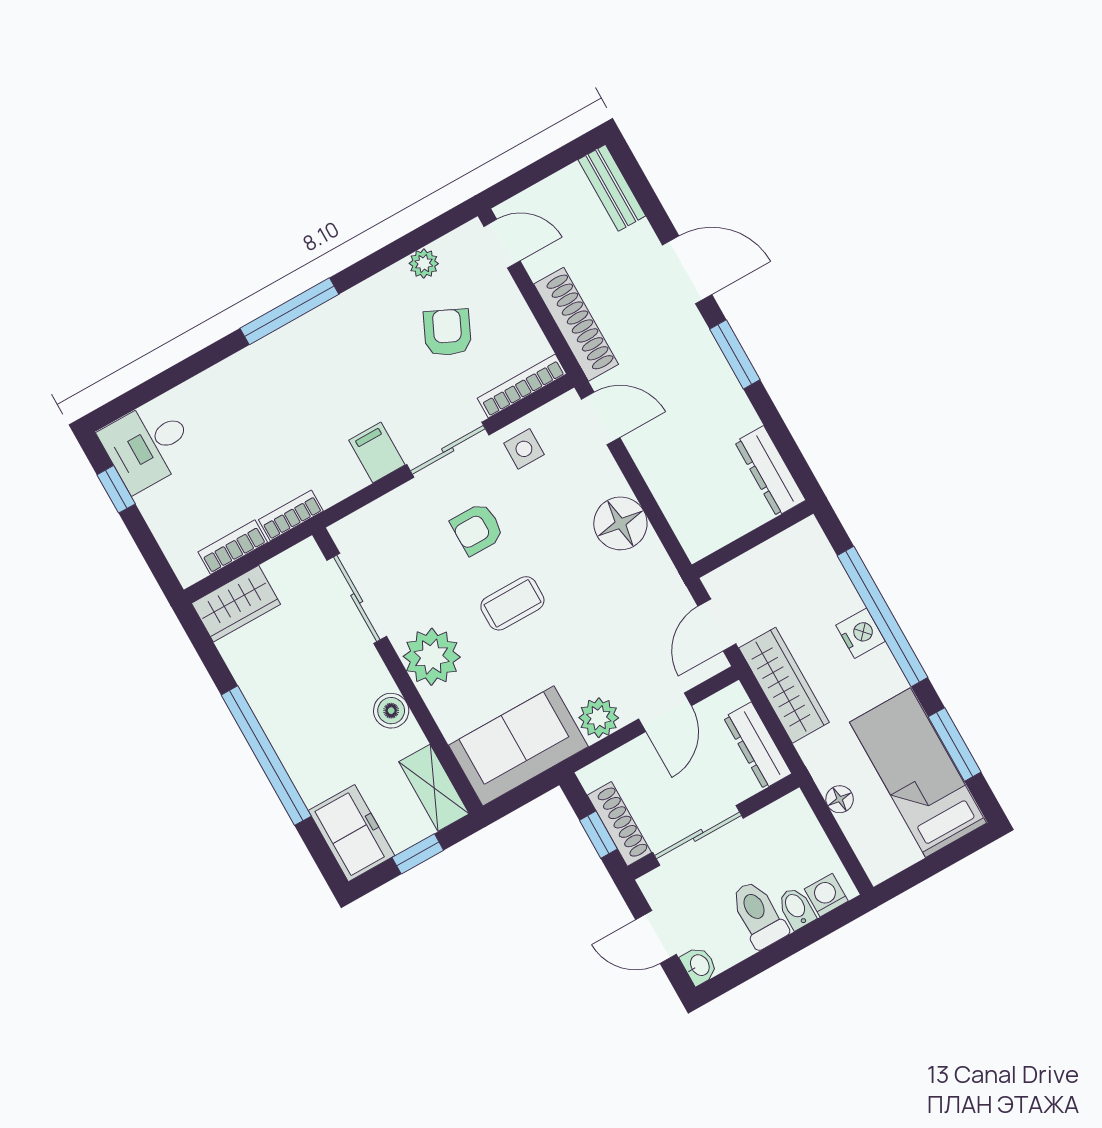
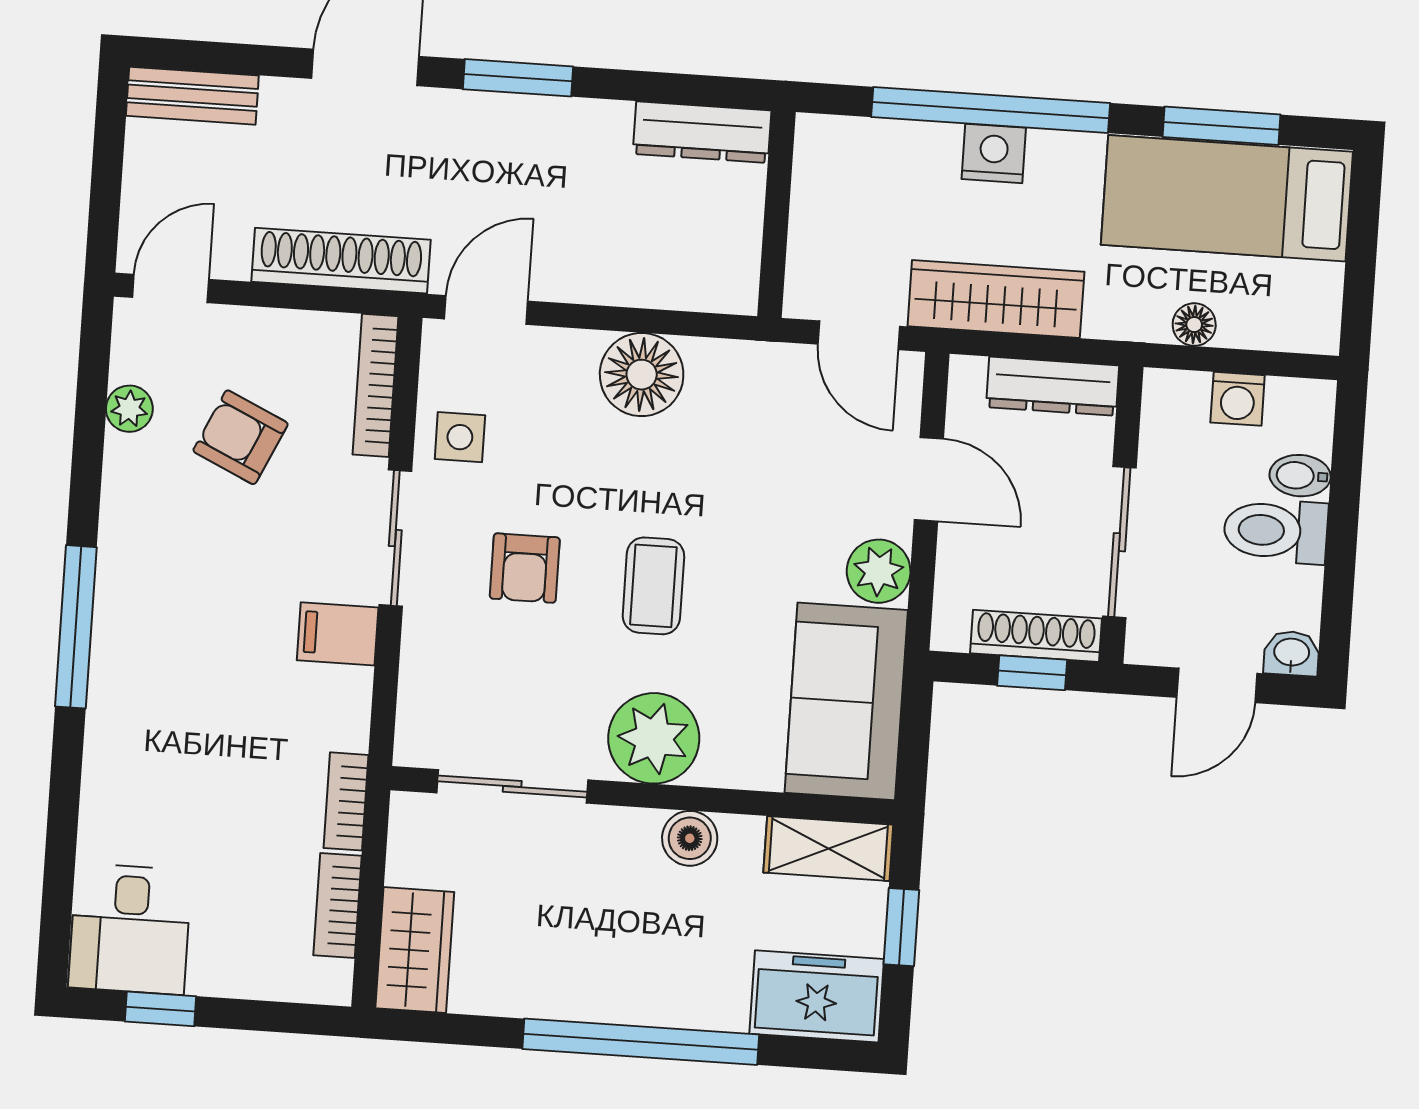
washing machine: (826, 895) -> (1238, 399), moved, turned -90

